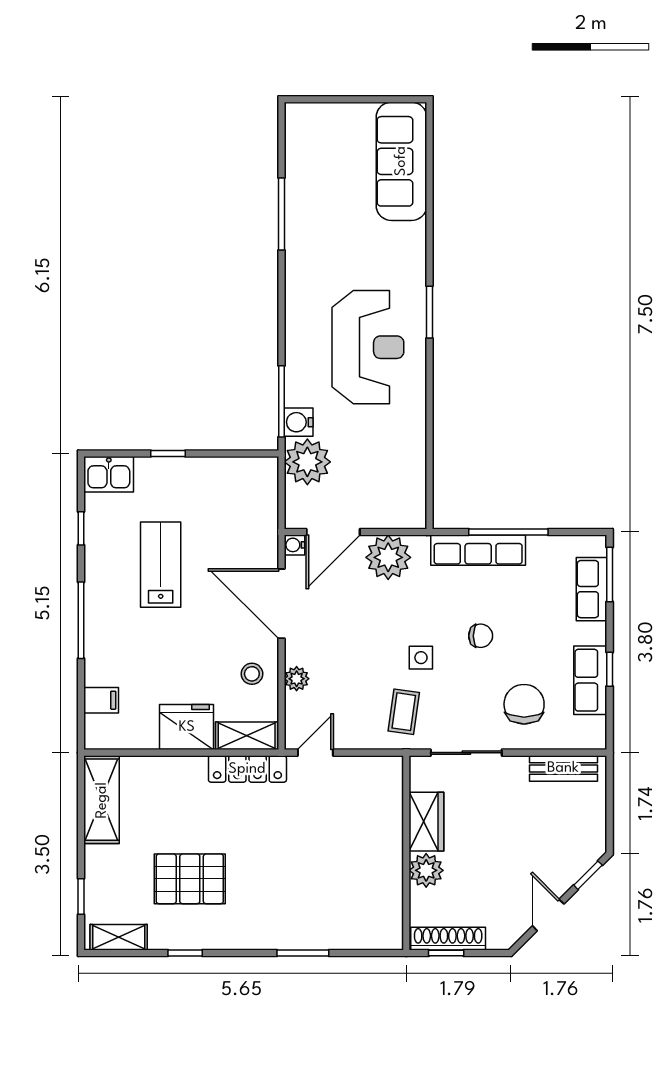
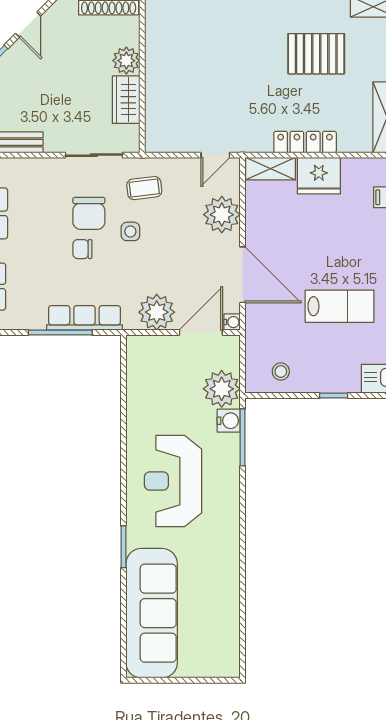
sofa: (401, 161) -> (152, 613), width x1.36, depth x1.27
window: (281, 214) -> (243, 588), removed
window: (430, 312) -> (124, 547), moved
lab bench: (161, 565) -> (340, 306), turned -90
stool: (252, 674) -> (281, 372), moved
plant: (297, 679) -> (222, 215), width x1.87, depth x1.87
chair: (524, 704) -> (89, 213), moved
coffee table: (404, 712) -> (144, 188), turned 75
locker: (247, 769) -> (305, 142), moved

